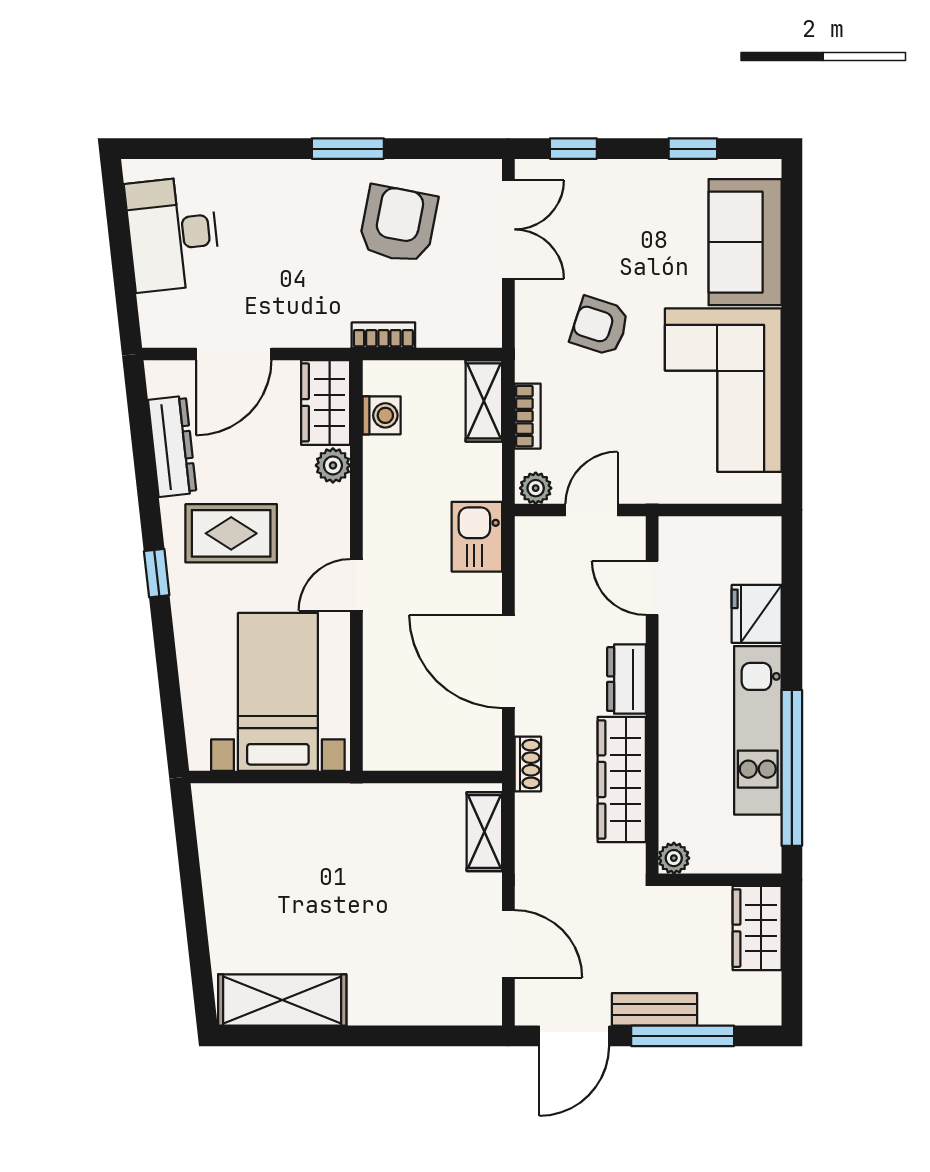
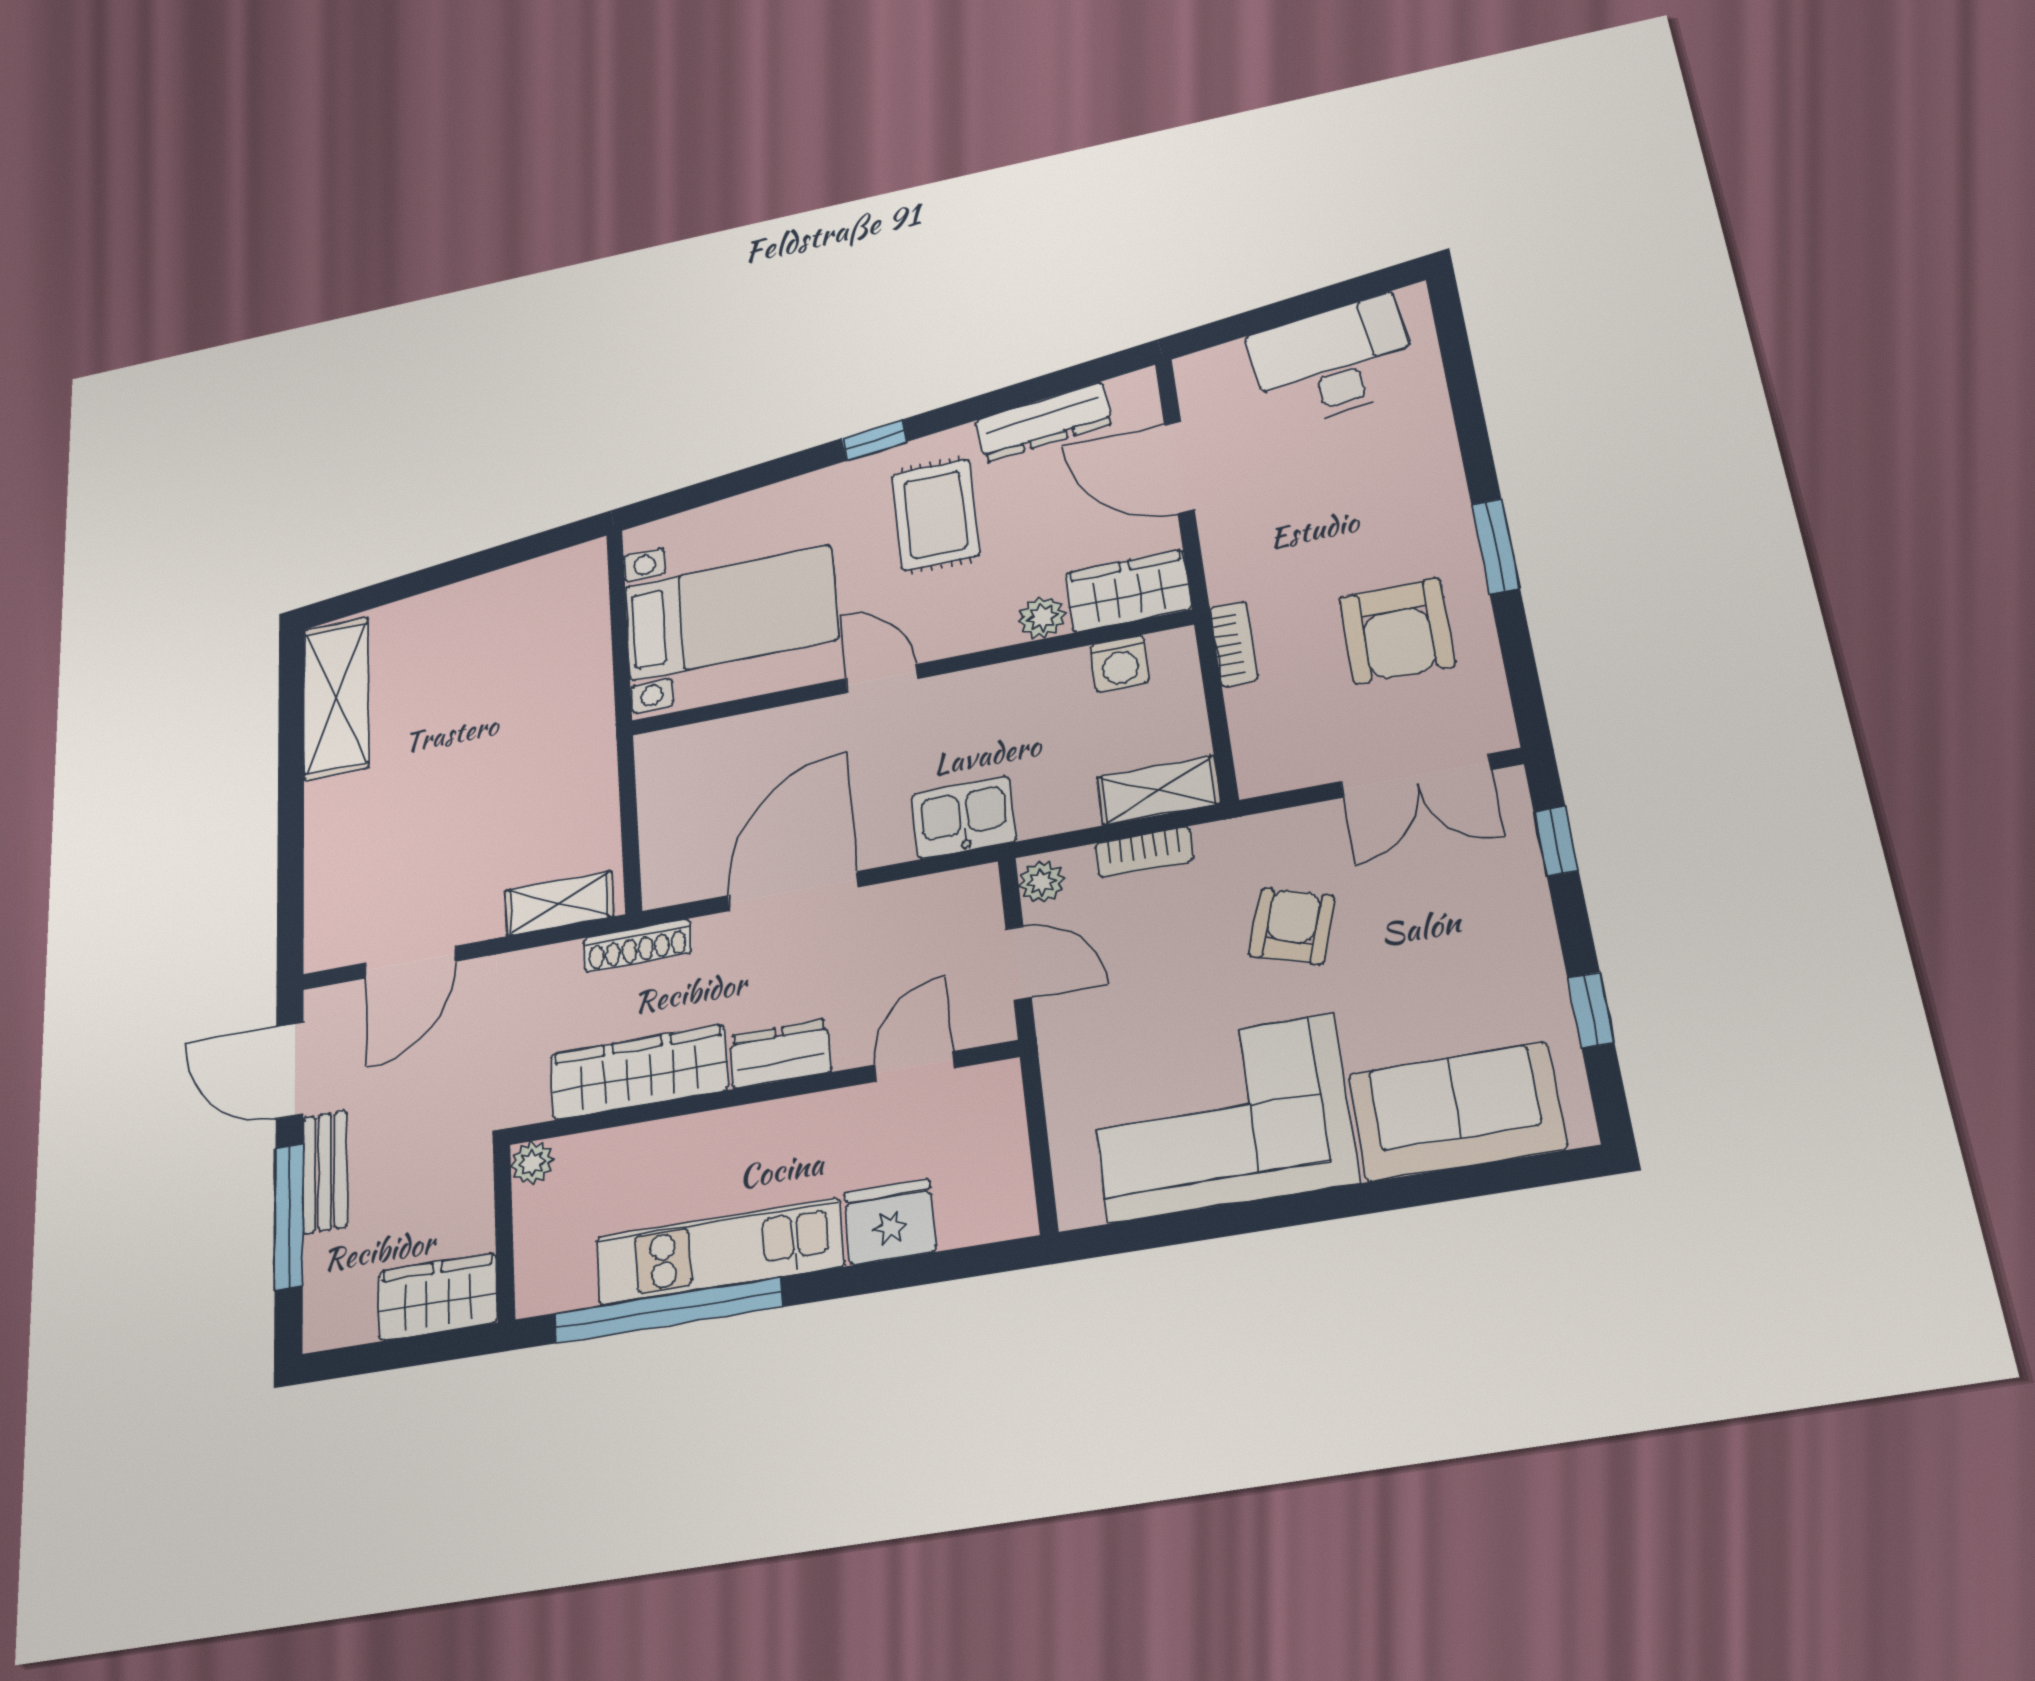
armchair: (398, 224) -> (1397, 631), turned 79
shoe rack: (528, 764) -> (637, 946), width x1.43

